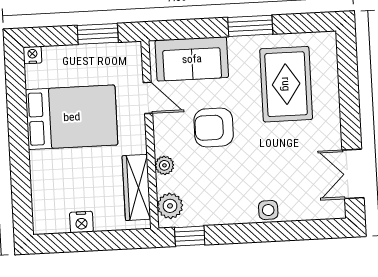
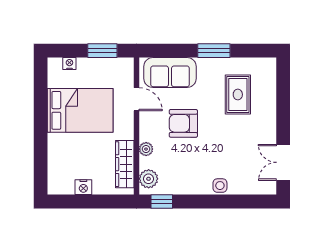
nightstand: (32, 55) -> (69, 64), moved
rug: (286, 84) -> (238, 95), width x0.73, depth x0.70

